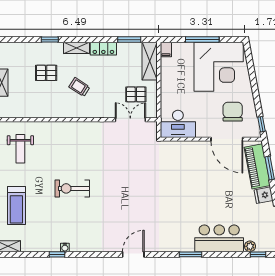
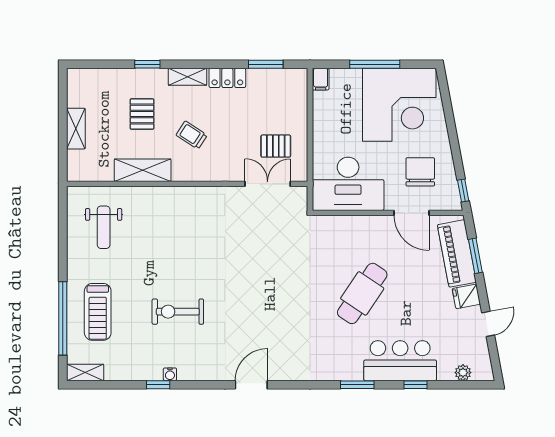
shelving: (150, 61) -> (143, 170), moved, turned 90
pallet: (46, 73) -> (142, 114), turned 90
desk: (178, 124) -> (348, 184), width x1.36, depth x1.30
door: (227, 139) -> (412, 213), width x0.73
exercise bike: (72, 188) -> (178, 312), moved
cafe table: (194, 193) -> (362, 293), added
plant: (250, 246) -> (463, 373), moved
door: (133, 254) -> (251, 385), moved
window: (258, 254) -> (415, 385), moved

